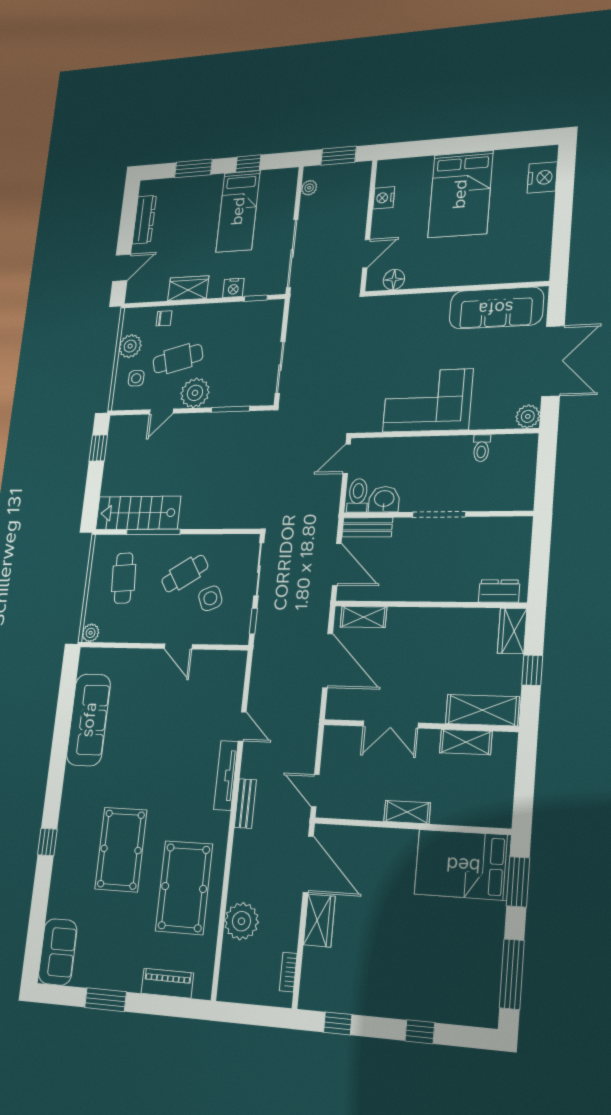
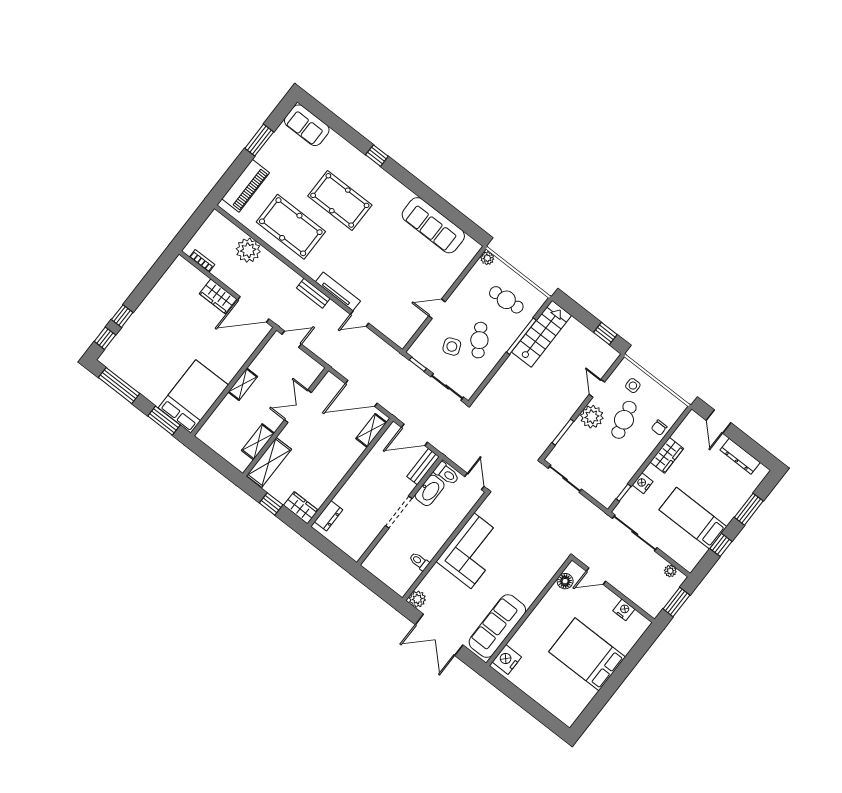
nightstand: (542, 178) -> (507, 659), moved, turned 90
door: (366, 254) -> (596, 576), hinge flipped
plant: (130, 346) -> (658, 395), removed
washbasin: (384, 499) -> (430, 490), width x1.38
piano: (167, 983) -> (246, 186), width x1.37, depth x1.33
window: (338, 1023) -> (105, 338), moved

